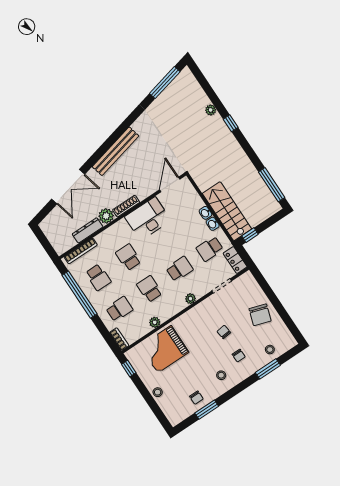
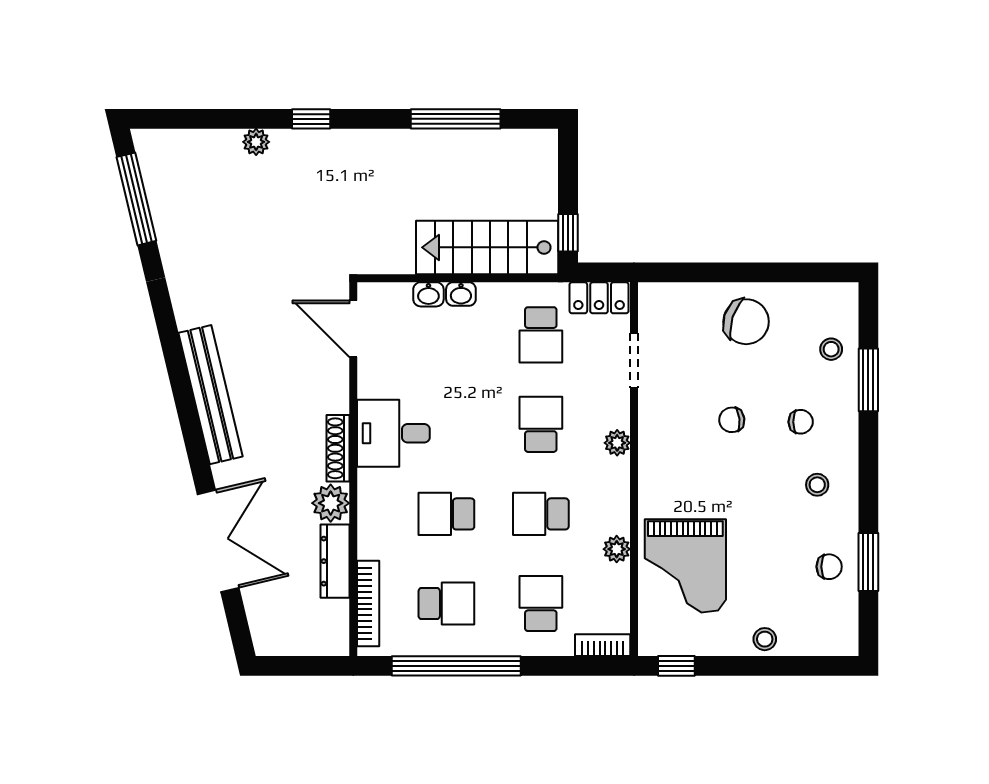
window: (272, 185) -> (456, 119), moved
desk: (148, 219) -> (393, 433), width x0.73
washbasin: (213, 224) -> (428, 294), moved

